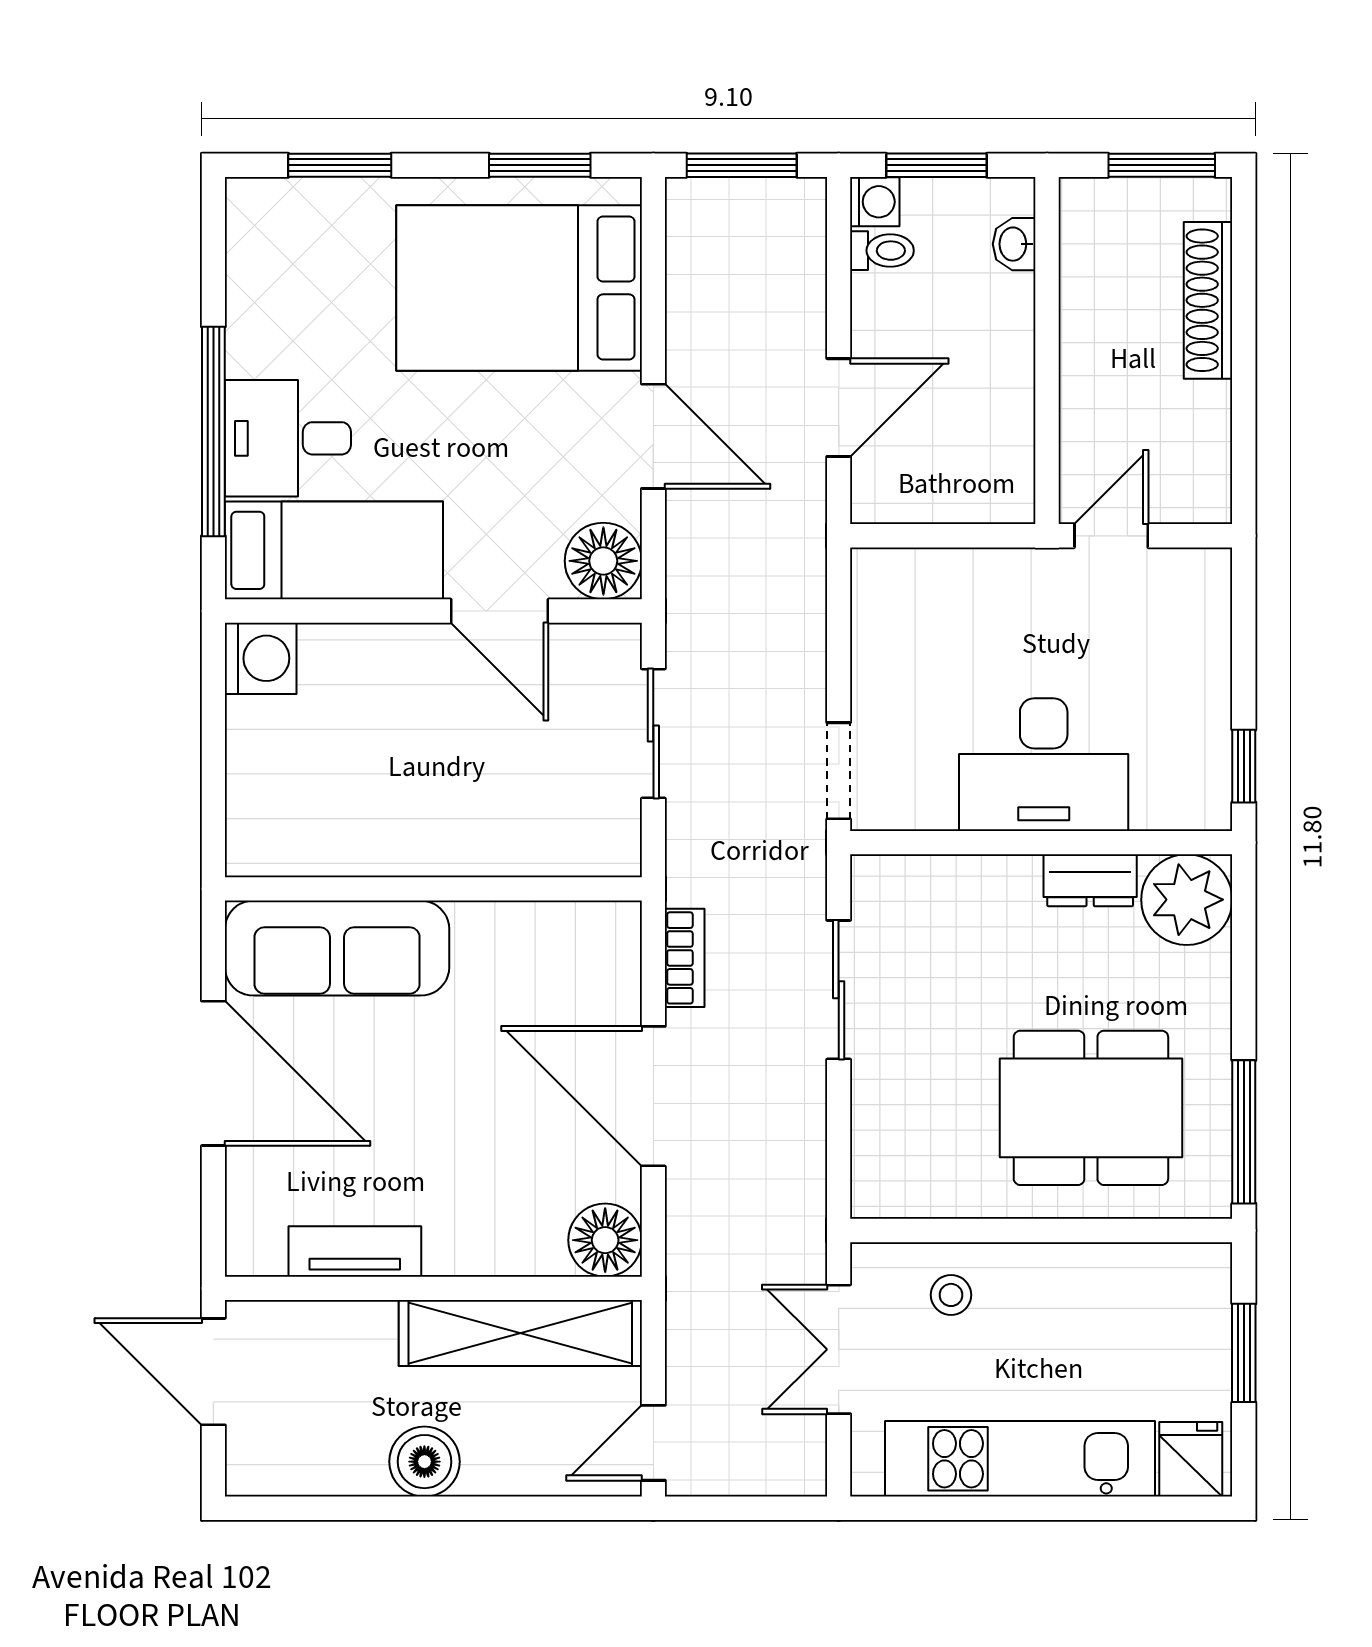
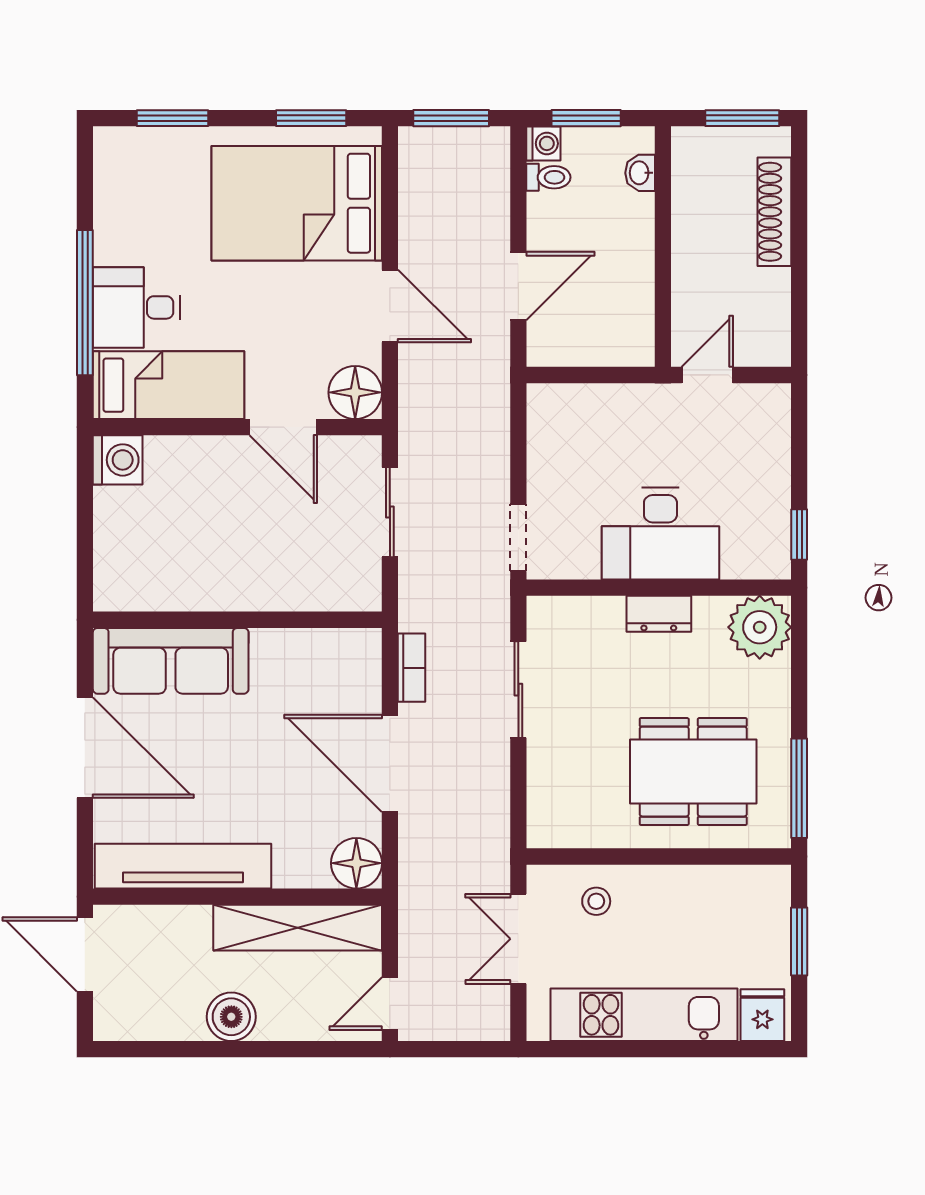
dresser: (1090, 880) -> (659, 614), moved
tv unit: (355, 1251) -> (183, 866), width x1.92, depth x1.29

